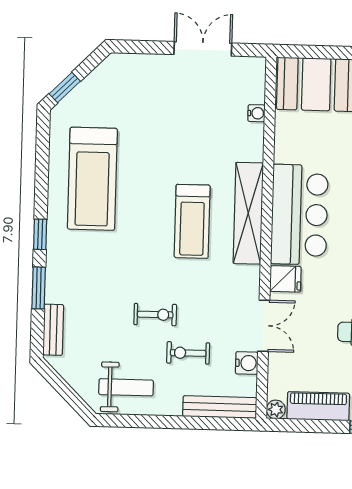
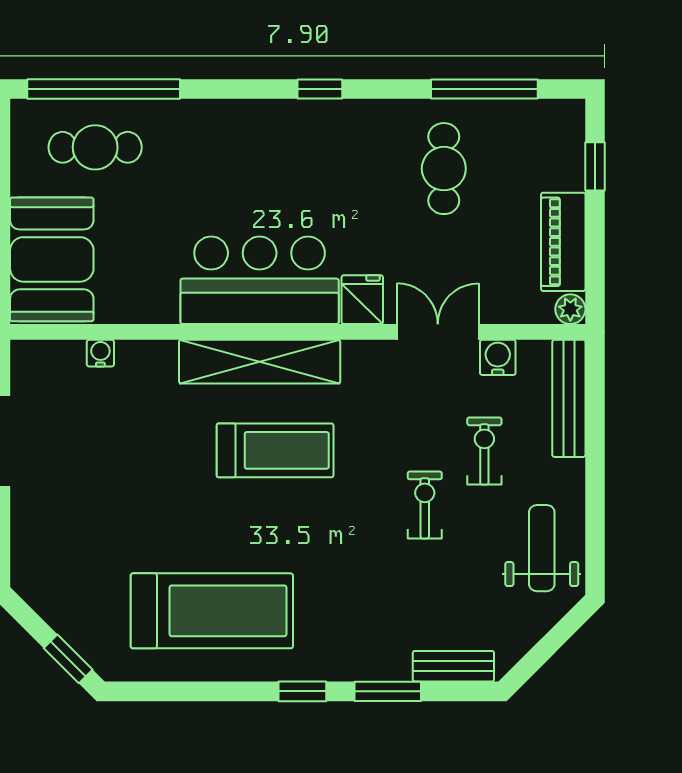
exercise bike: (188, 353) -> (484, 451), turned 180

